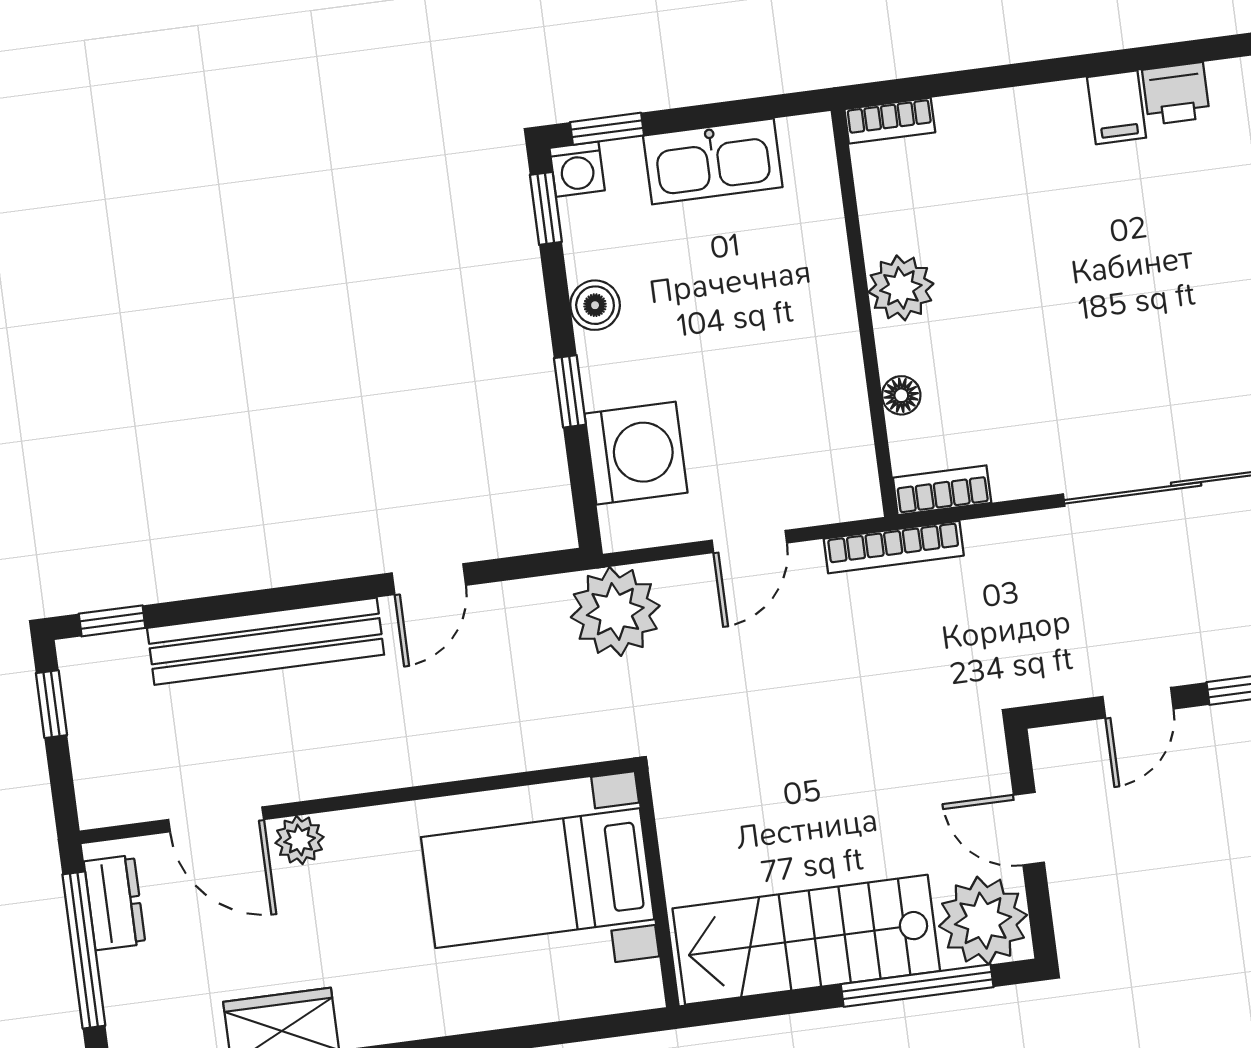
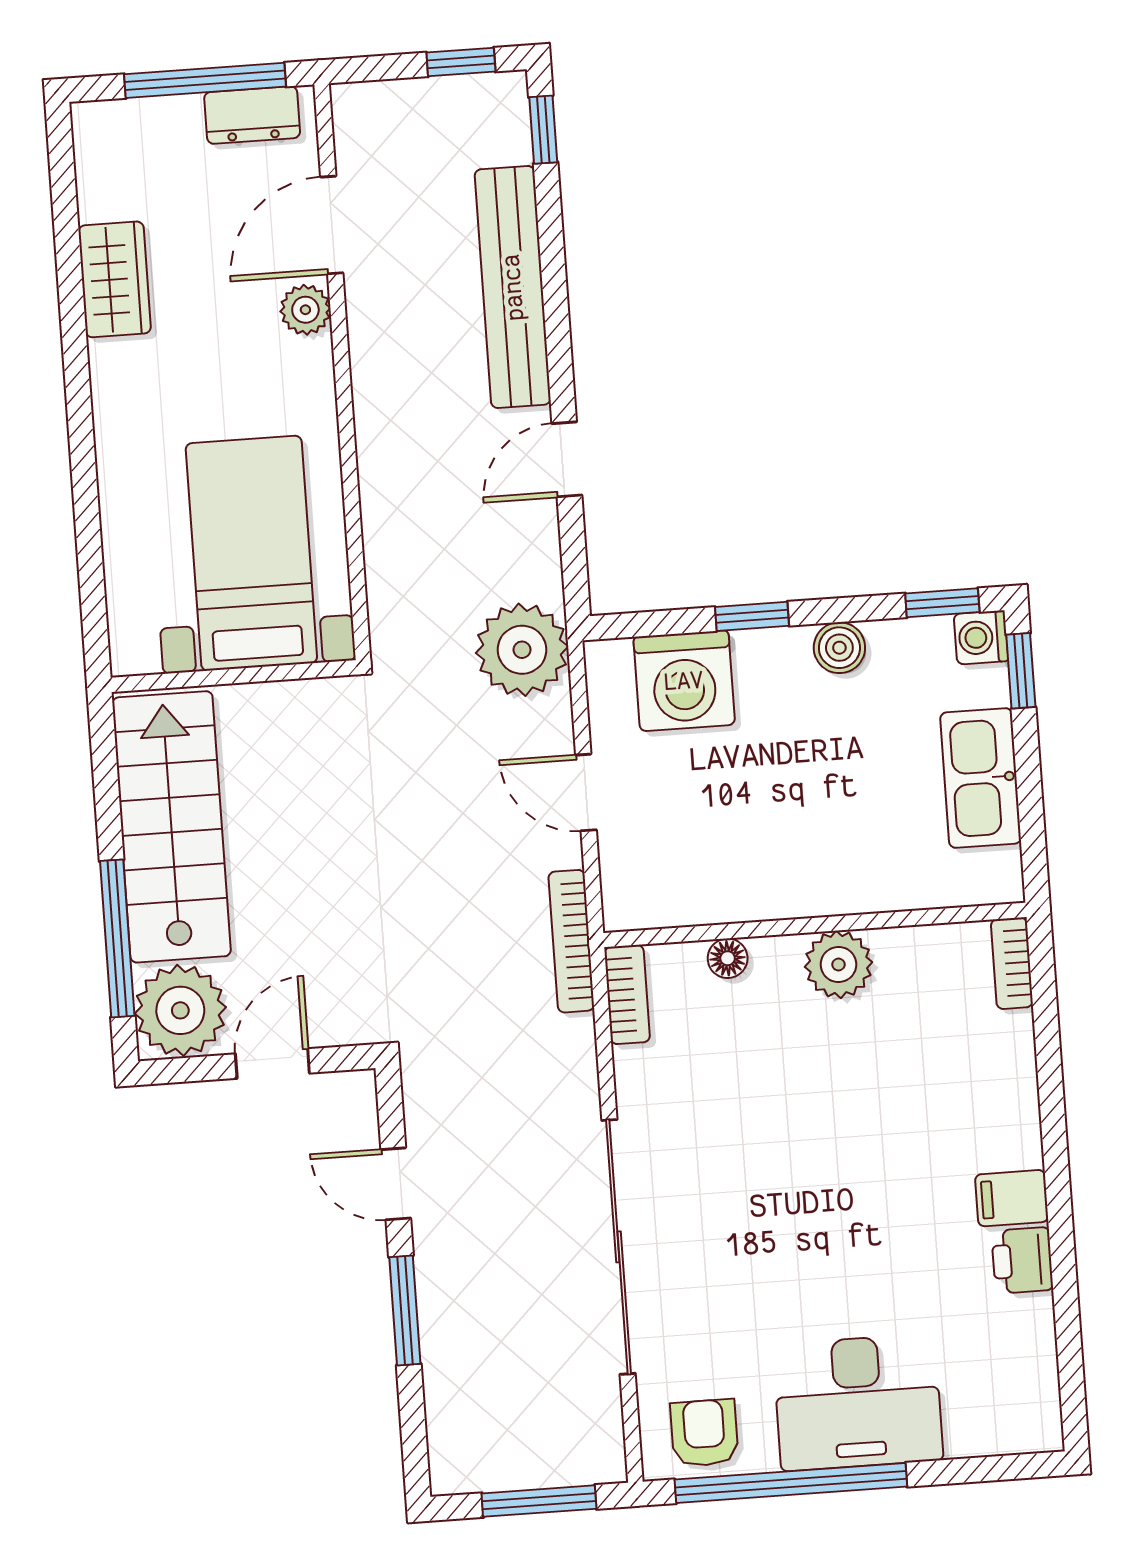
door: (429, 579) -> (567, 459), hinge flipped

